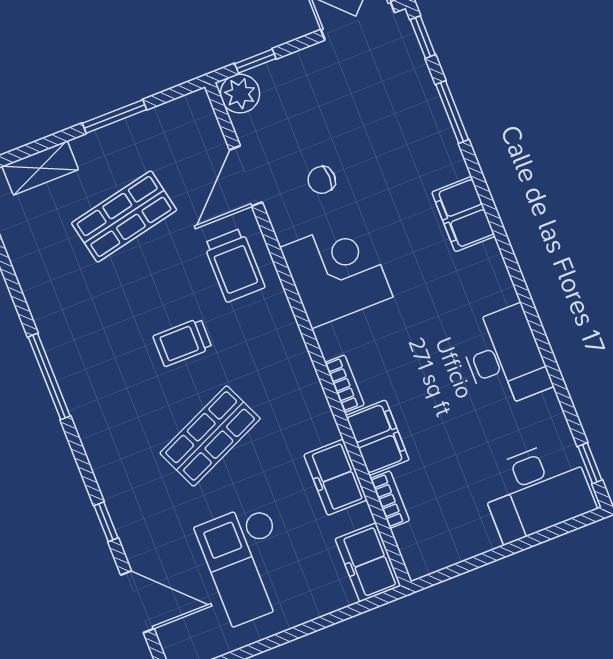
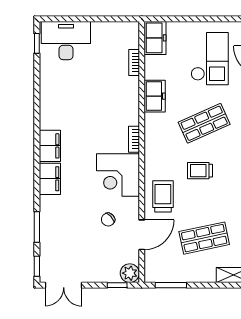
window: (114, 116) -> (171, 285), moved
chair: (322, 180) -> (108, 220), turned 137
trolley: (183, 342) -> (200, 171), turned 180
desk: (504, 357) -> (57, 107), removed
bookcase: (344, 384) -> (134, 139), moved
filing cabinet: (377, 438) -> (50, 146), moved, turned 180
freezer: (336, 477) -> (155, 96), moved

